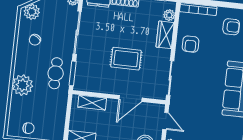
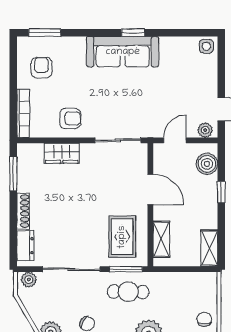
plant: (169, 15) -> (35, 151), removed
rug: (126, 59) -> (122, 237), moved

